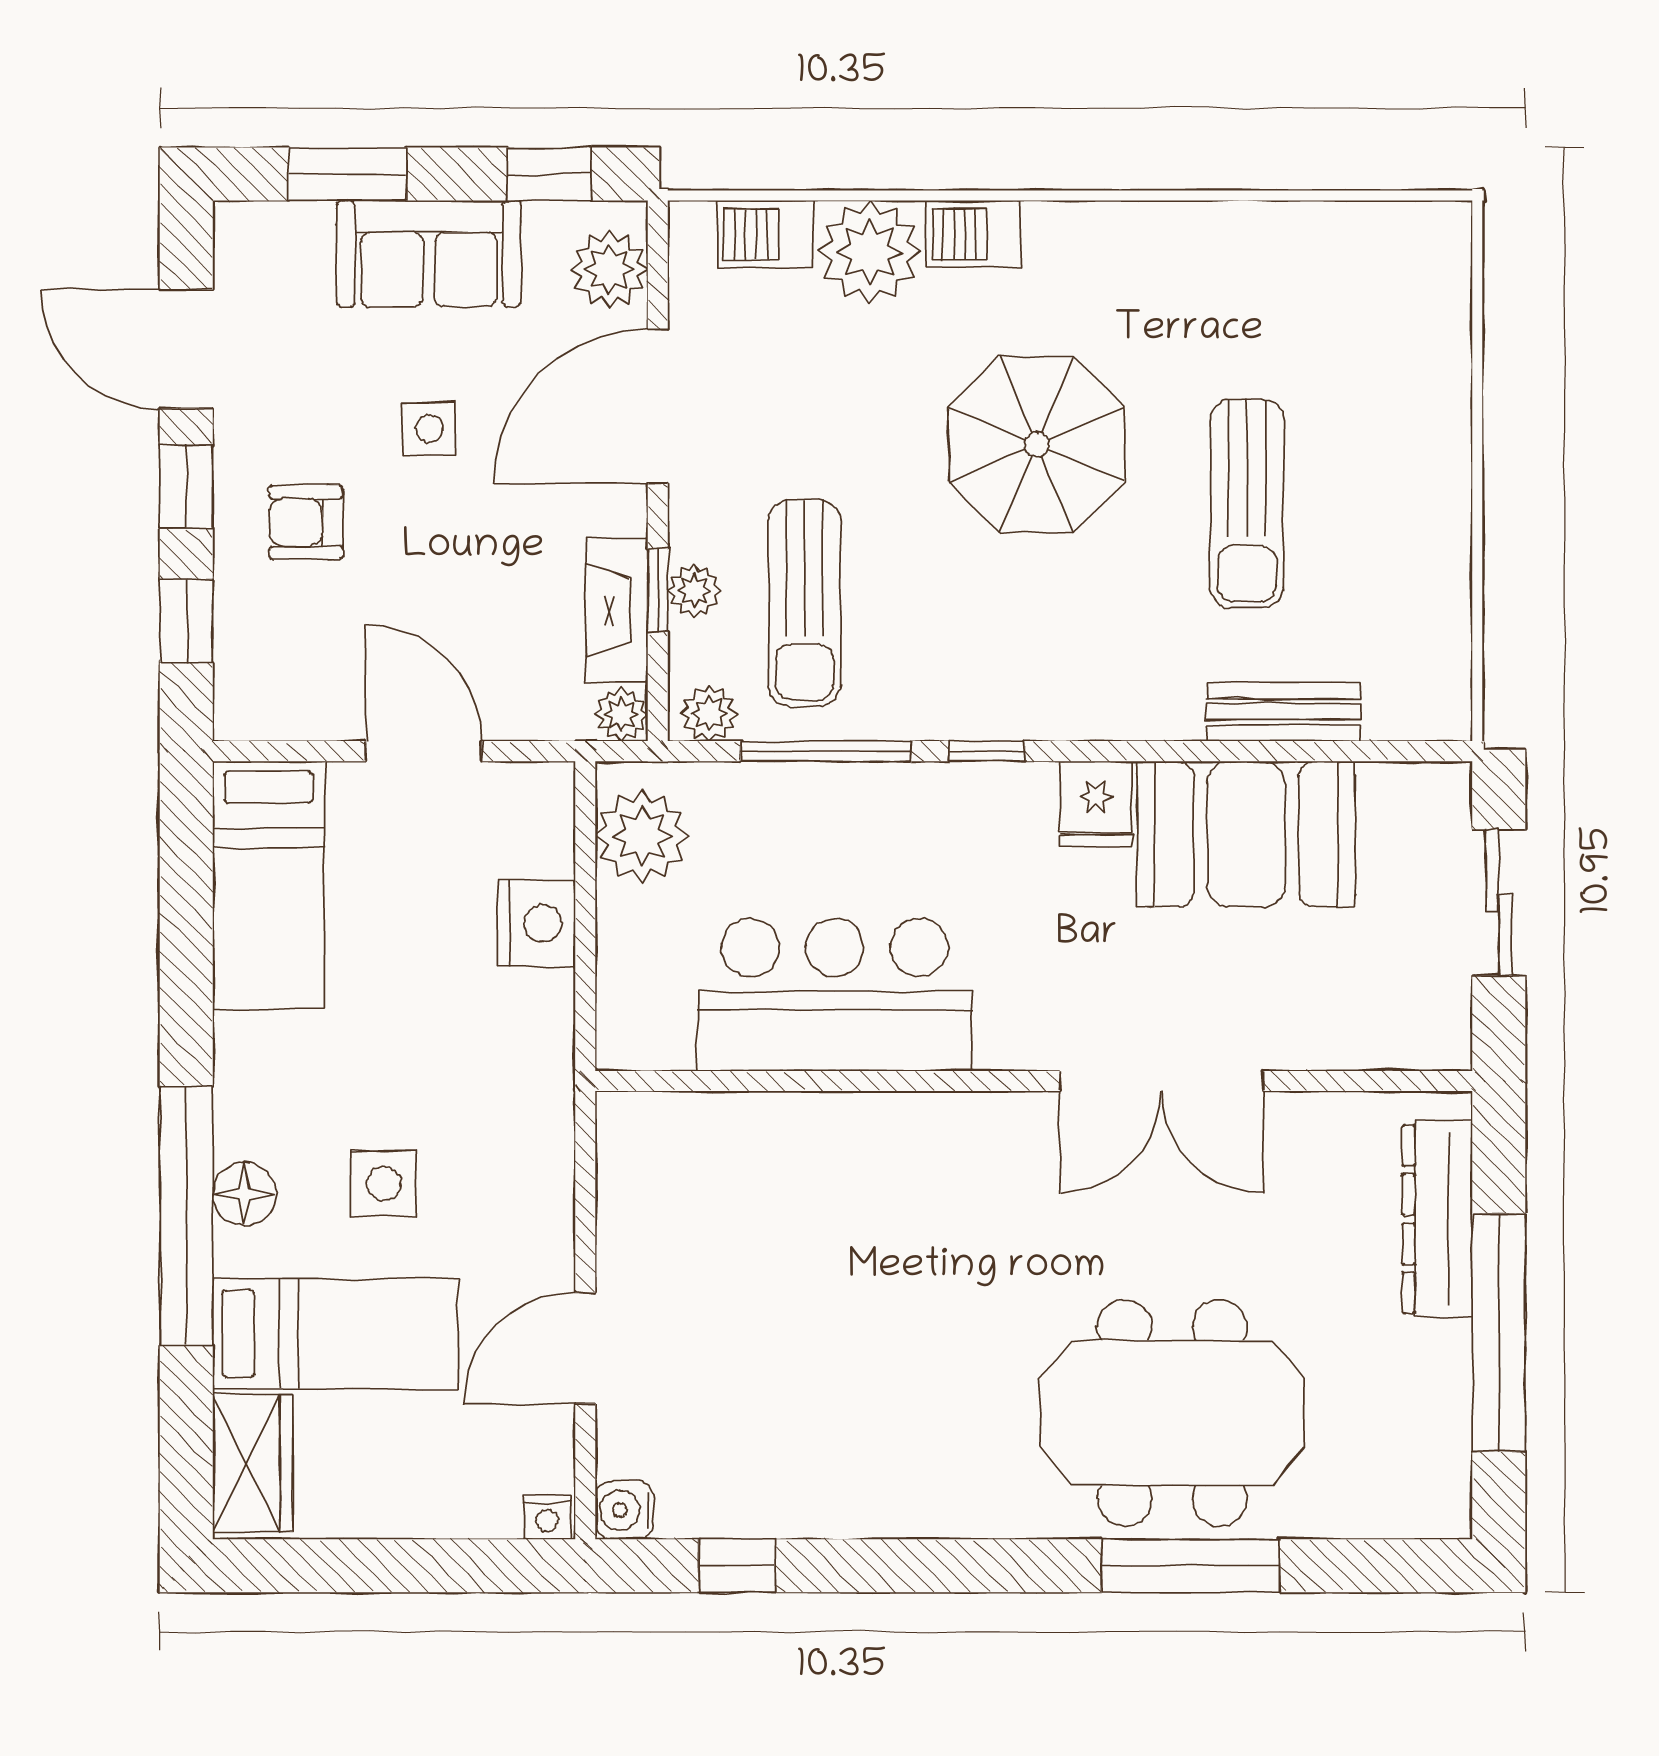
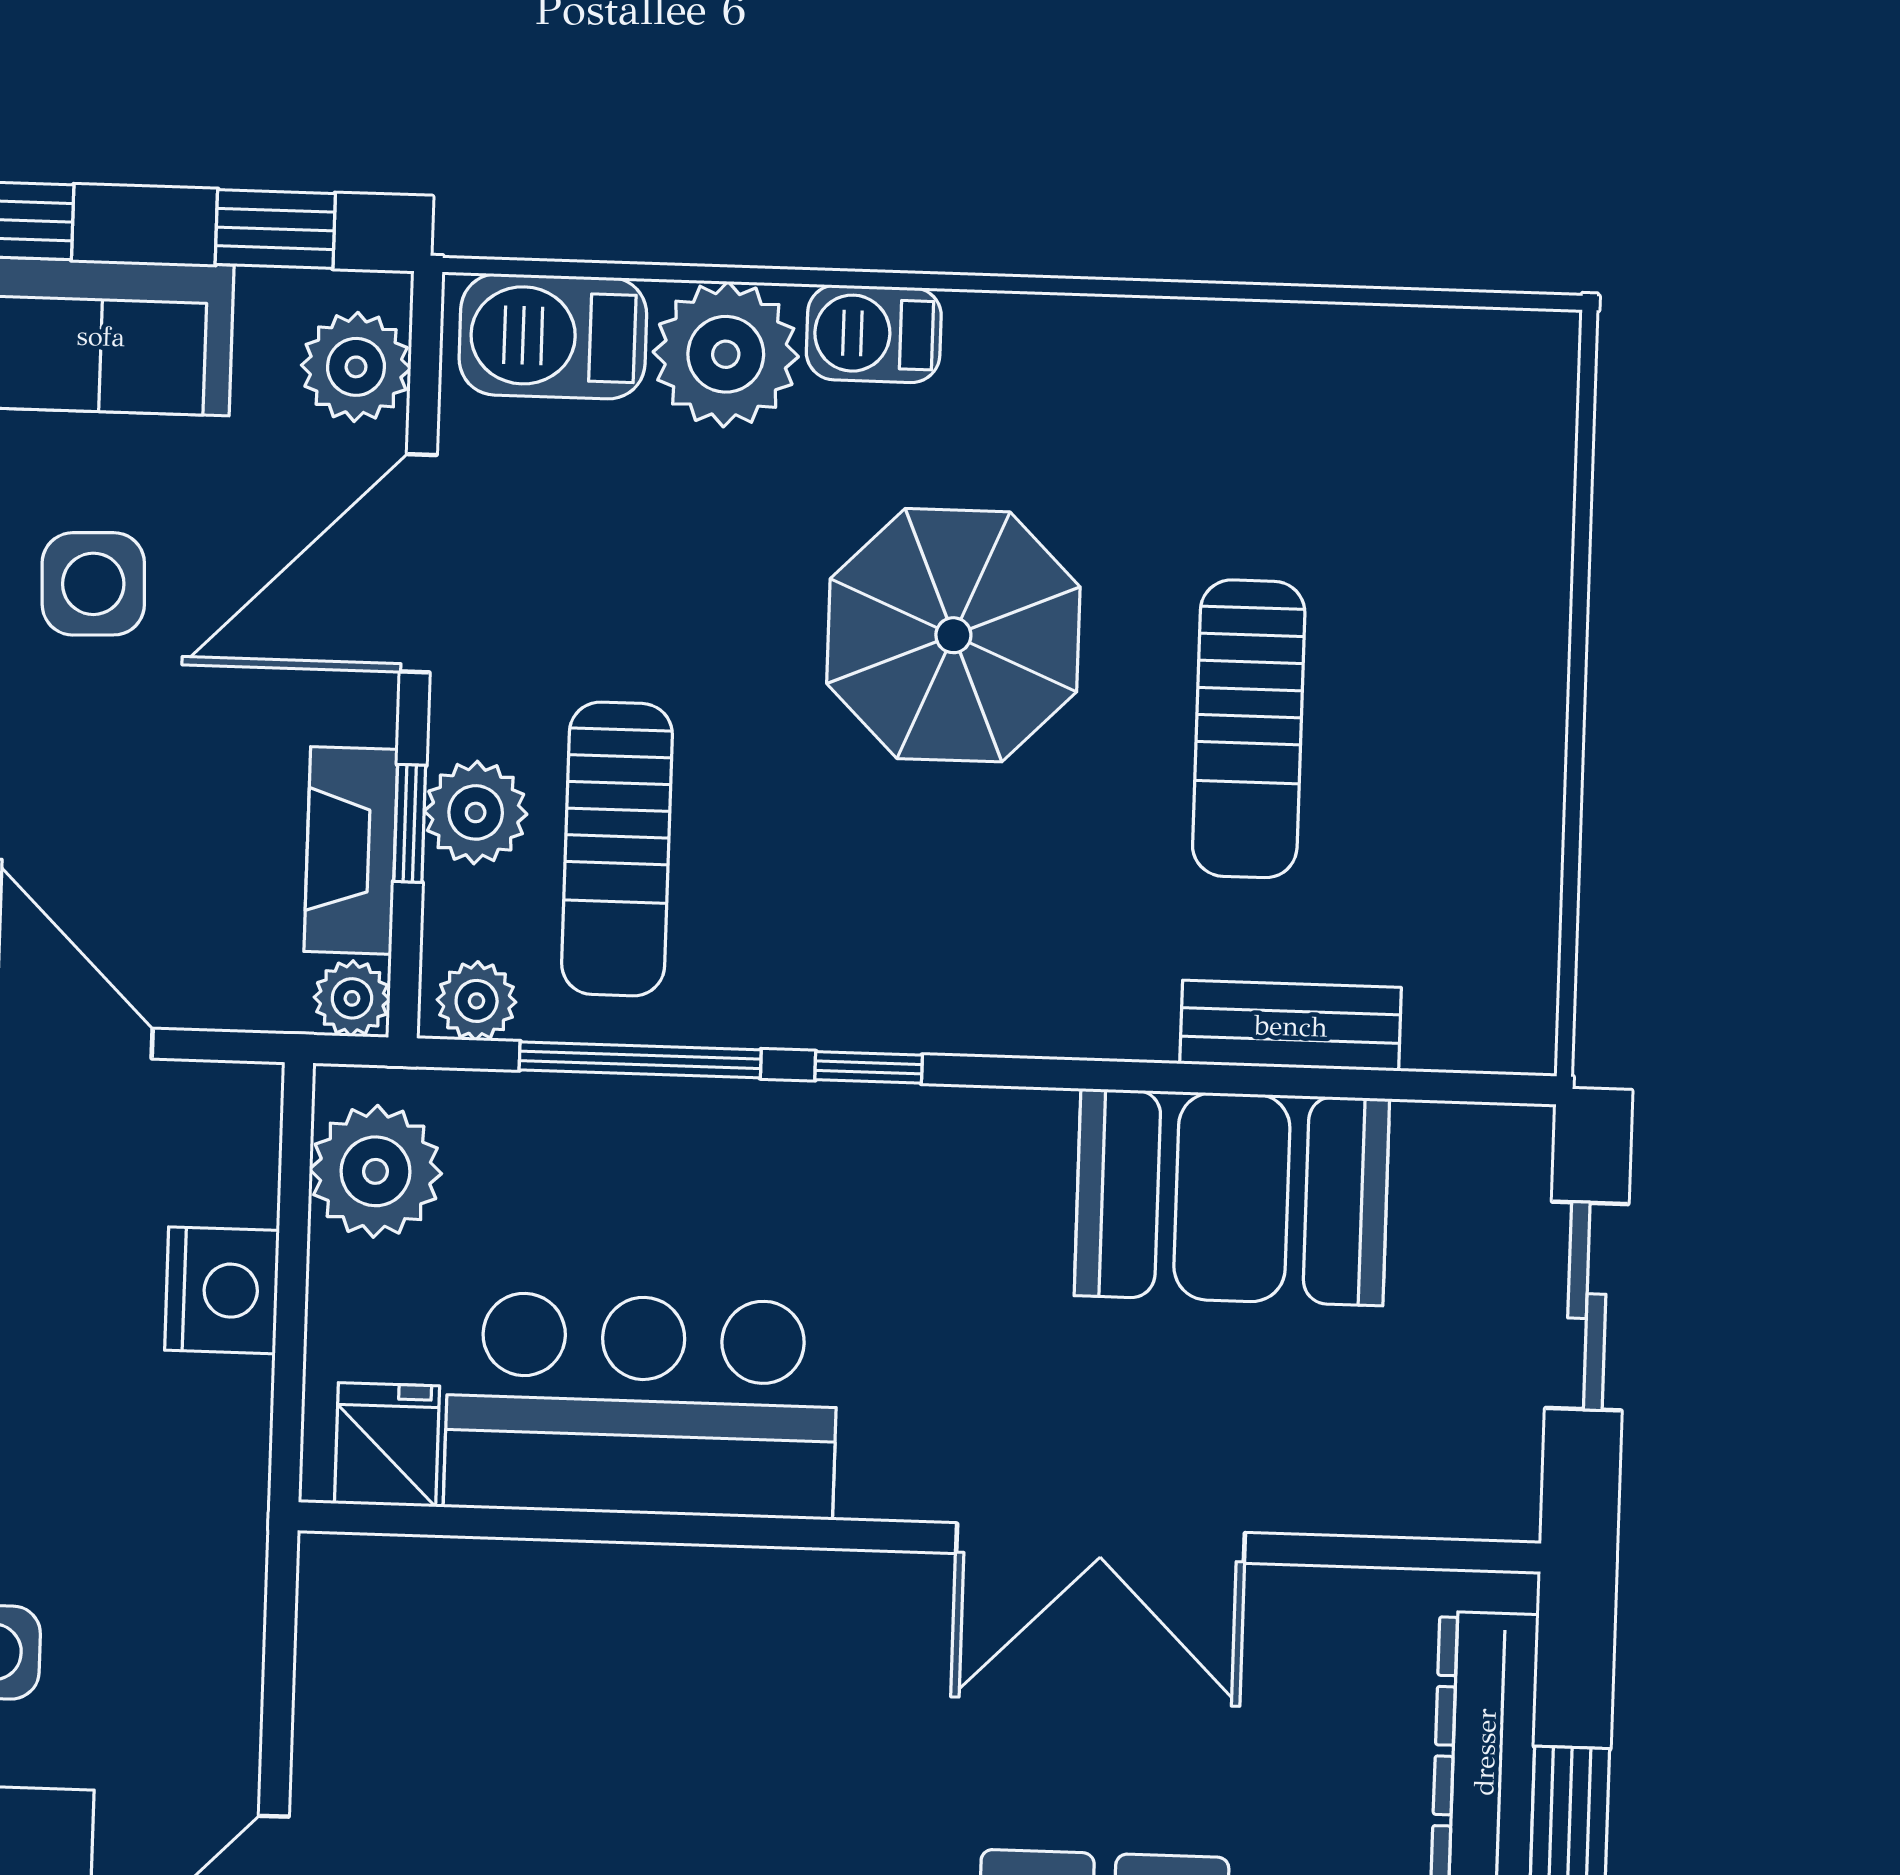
barbecue: (765, 234) -> (553, 336), width x1.38, depth x1.27
side table: (429, 428) -> (93, 584), width x1.37, depth x1.37
plant: (694, 591) -> (476, 812), width x1.38, depth x1.38
fridge: (1096, 804) -> (387, 1445), moved, turned 180

